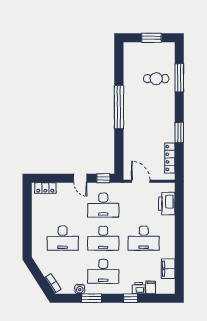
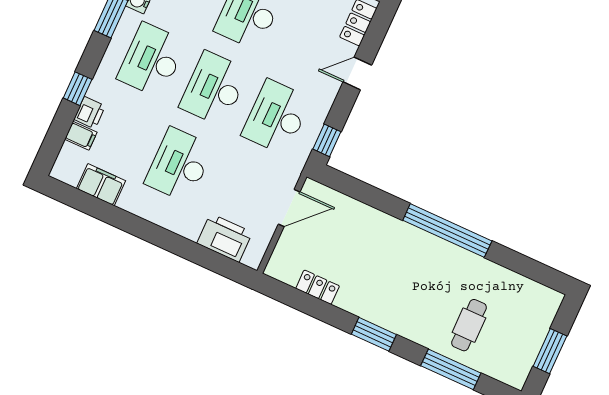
window: (179, 132) -> (374, 334), moved
locker: (170, 158) -> (318, 287), width x0.66
door: (80, 178) -> (357, 74), moved

